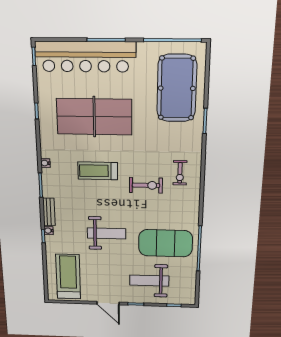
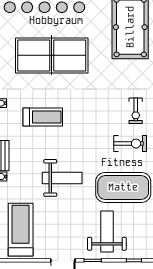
treadmill: (98, 171) -> (43, 117), moved, turned 180
exercise bike: (146, 185) -> (130, 144), moved
weight bench: (149, 281) -> (107, 231), turned 90

